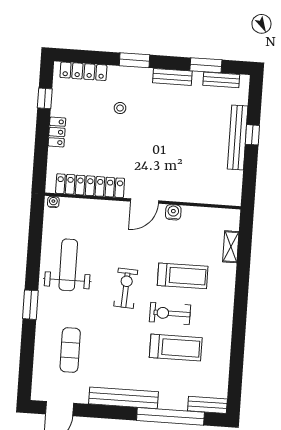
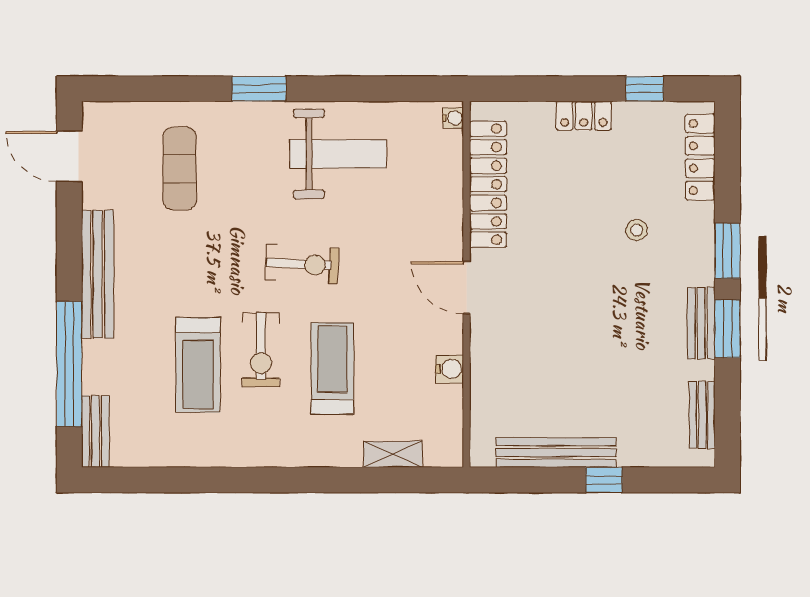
window: (206, 65) -> (727, 329), moved
bench: (238, 137) -> (556, 453), moved
water cooler: (173, 212) -> (449, 369), moved
treadmill: (183, 276) -> (332, 368), turned 180
exercise bike: (170, 313) -> (261, 350), turned 180
exercise mat: (70, 350) -> (180, 169), turned 90

